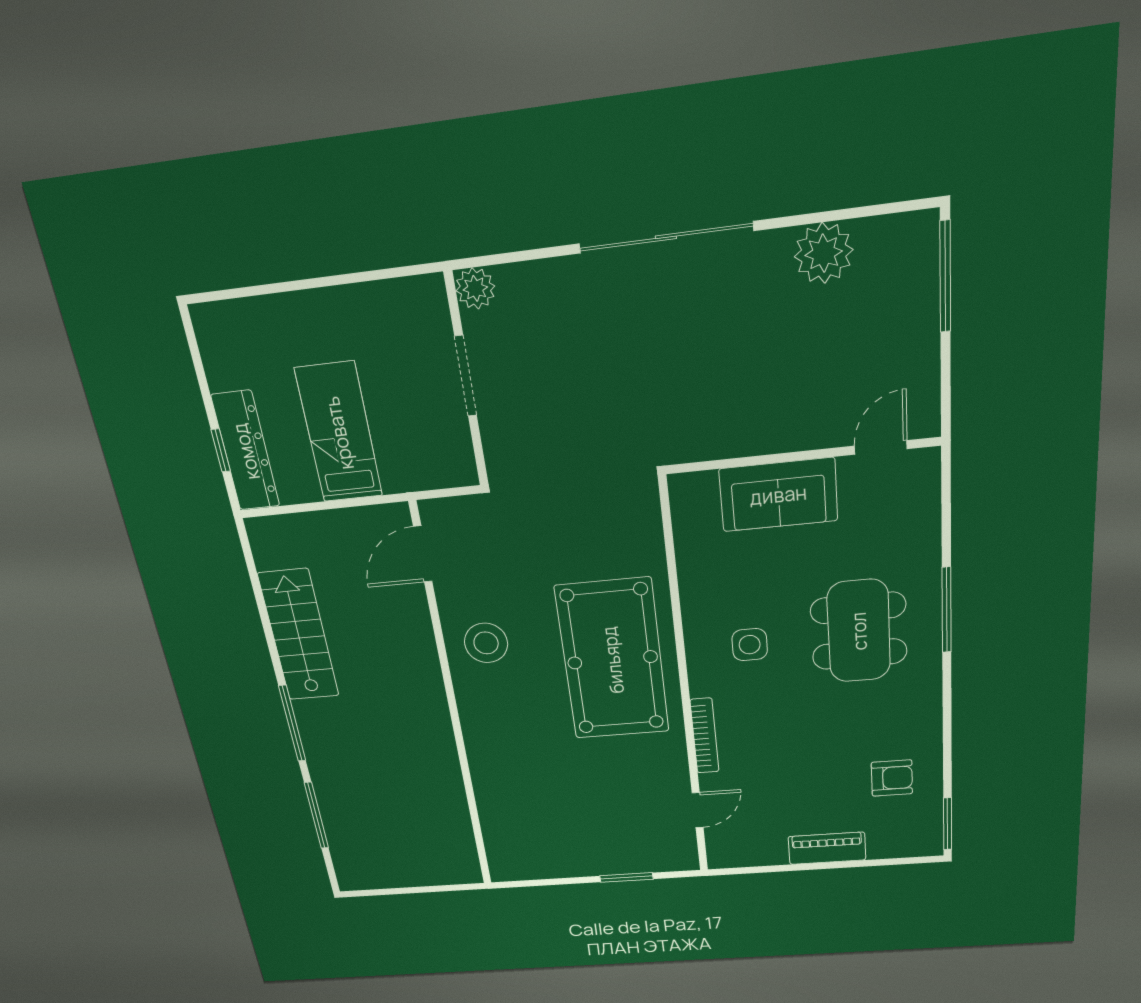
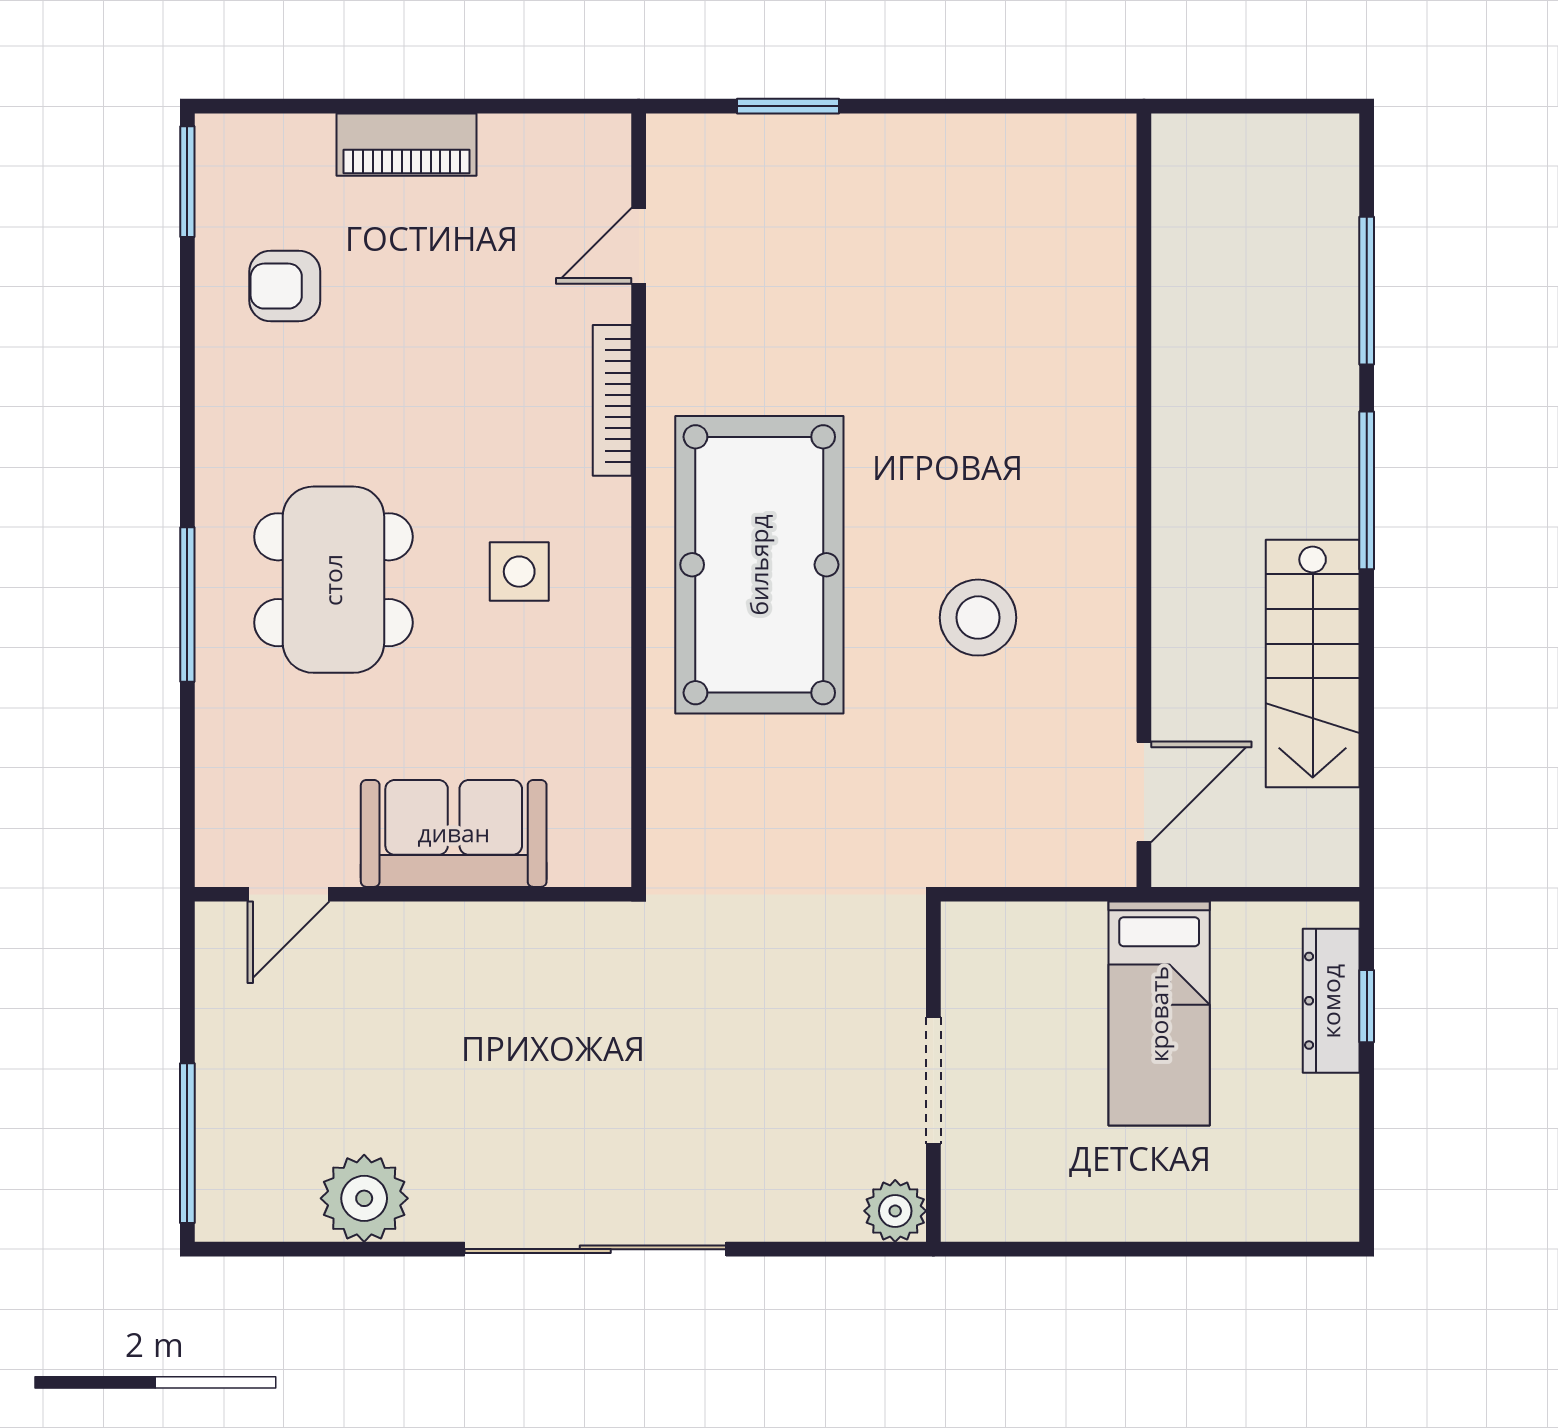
dresser: (246, 451) -> (1331, 1001), width x0.73, depth x0.80
door: (423, 554) -> (1144, 792), moved
wall: (453, 706) -> (1144, 500), moved

